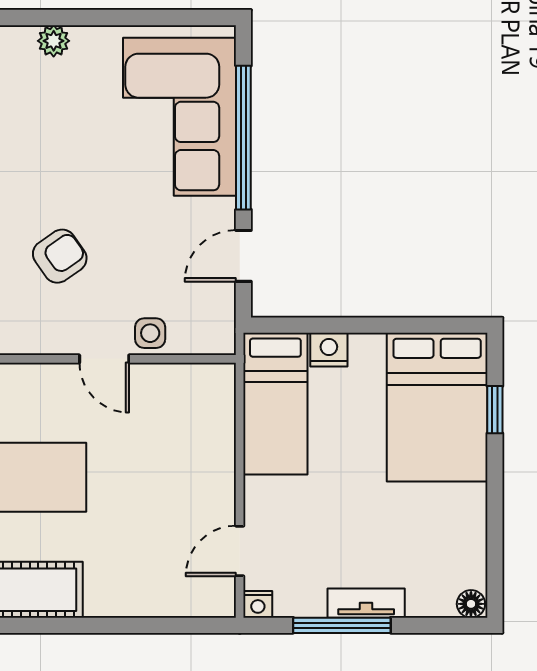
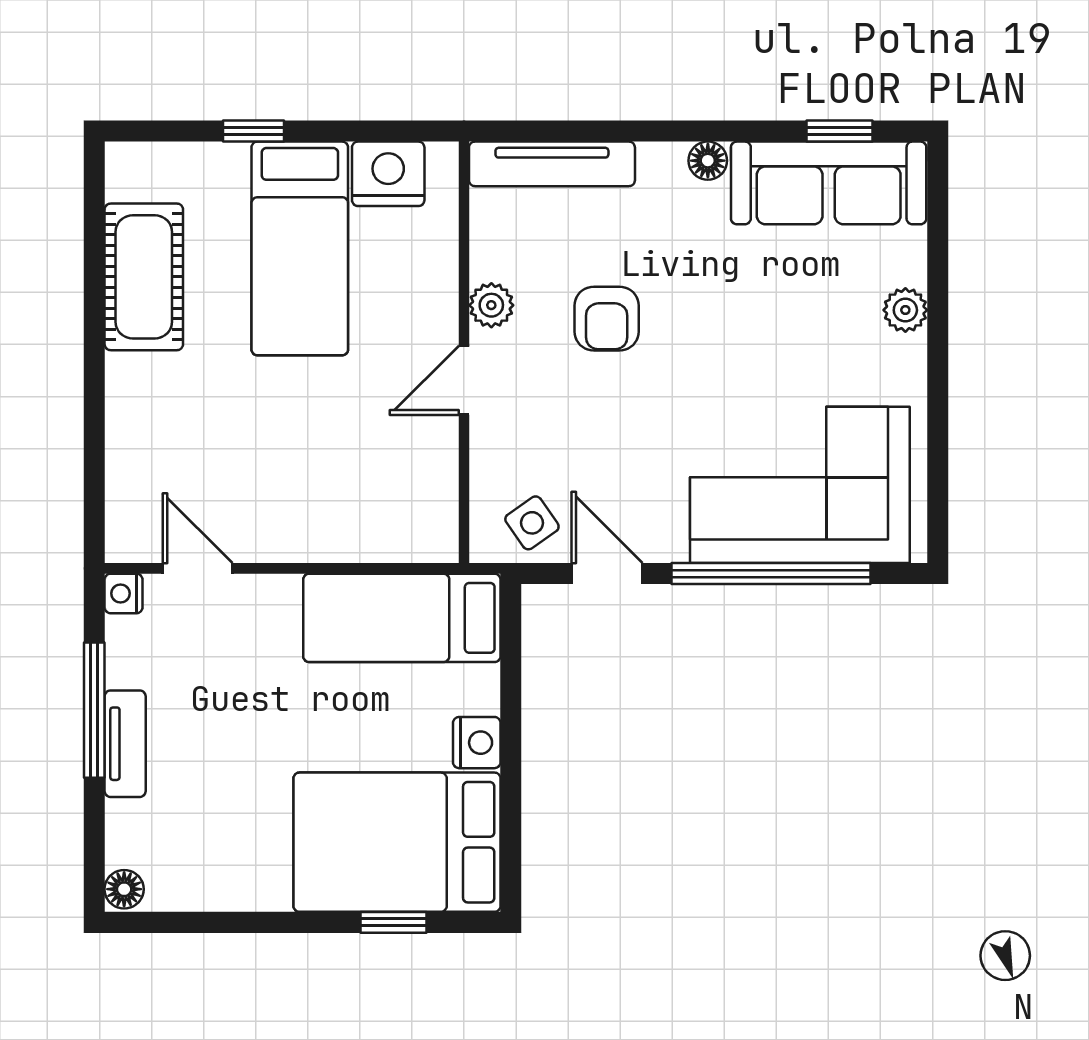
armchair: (60, 256) -> (607, 319), turned 35
side table: (150, 333) -> (532, 523), moved, turned -35
plant: (50, 339) -> (491, 305), added
nightstand: (329, 350) -> (477, 743), moved

